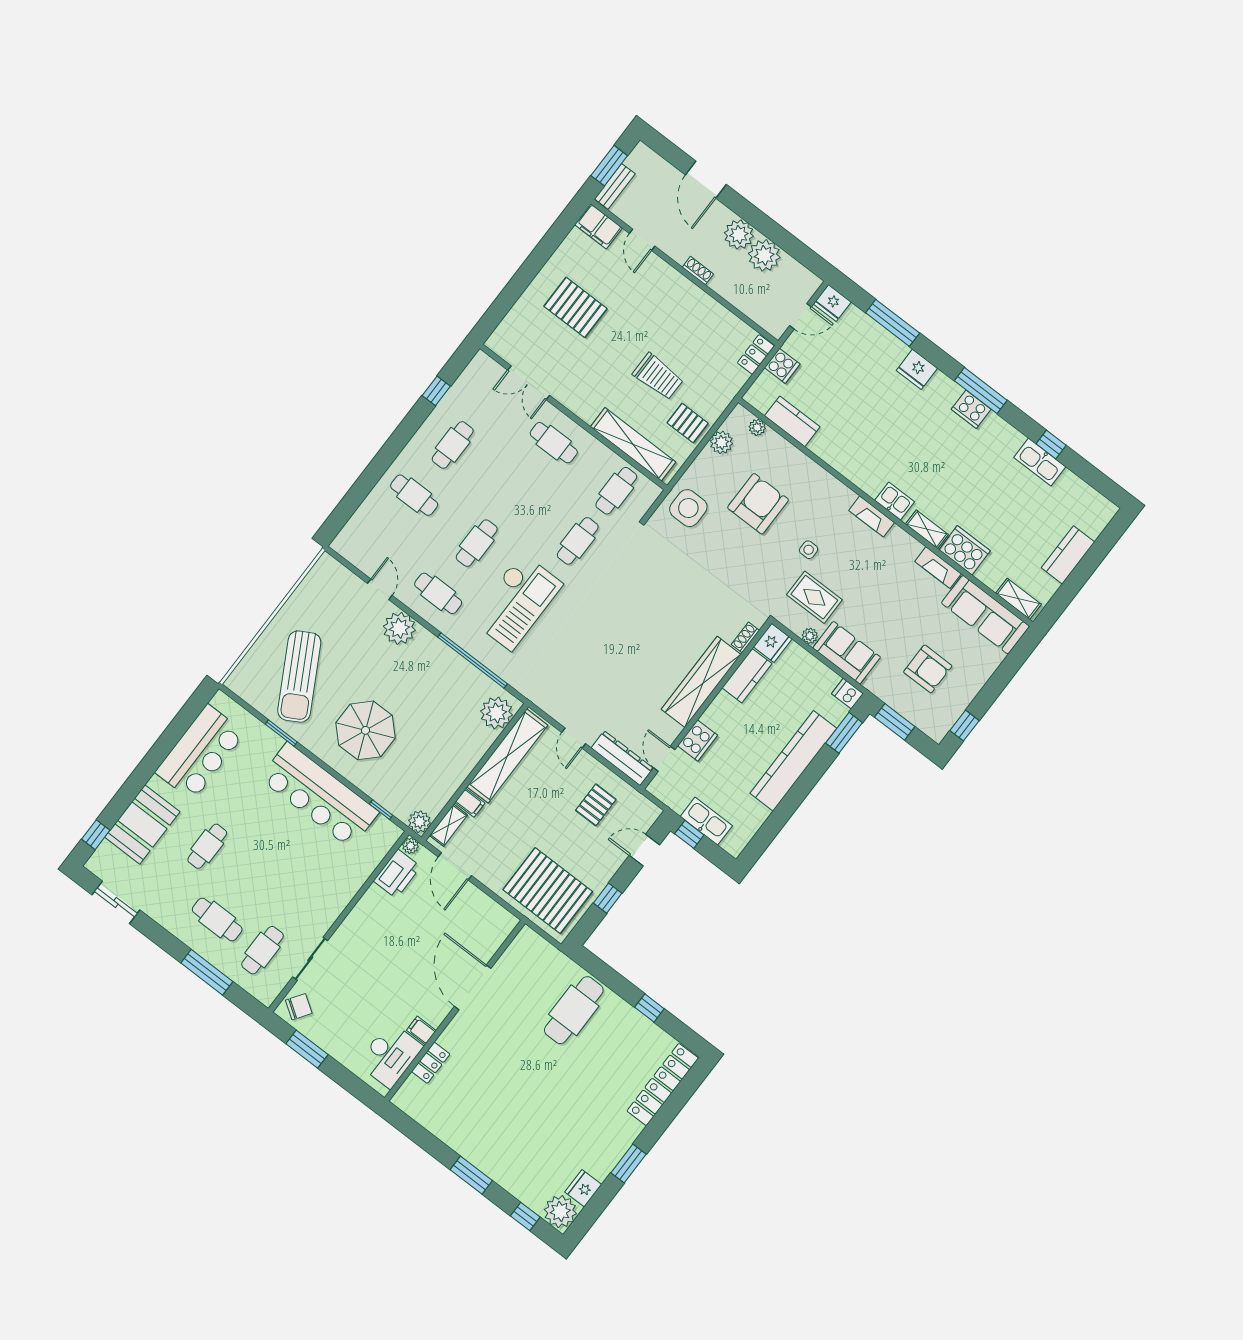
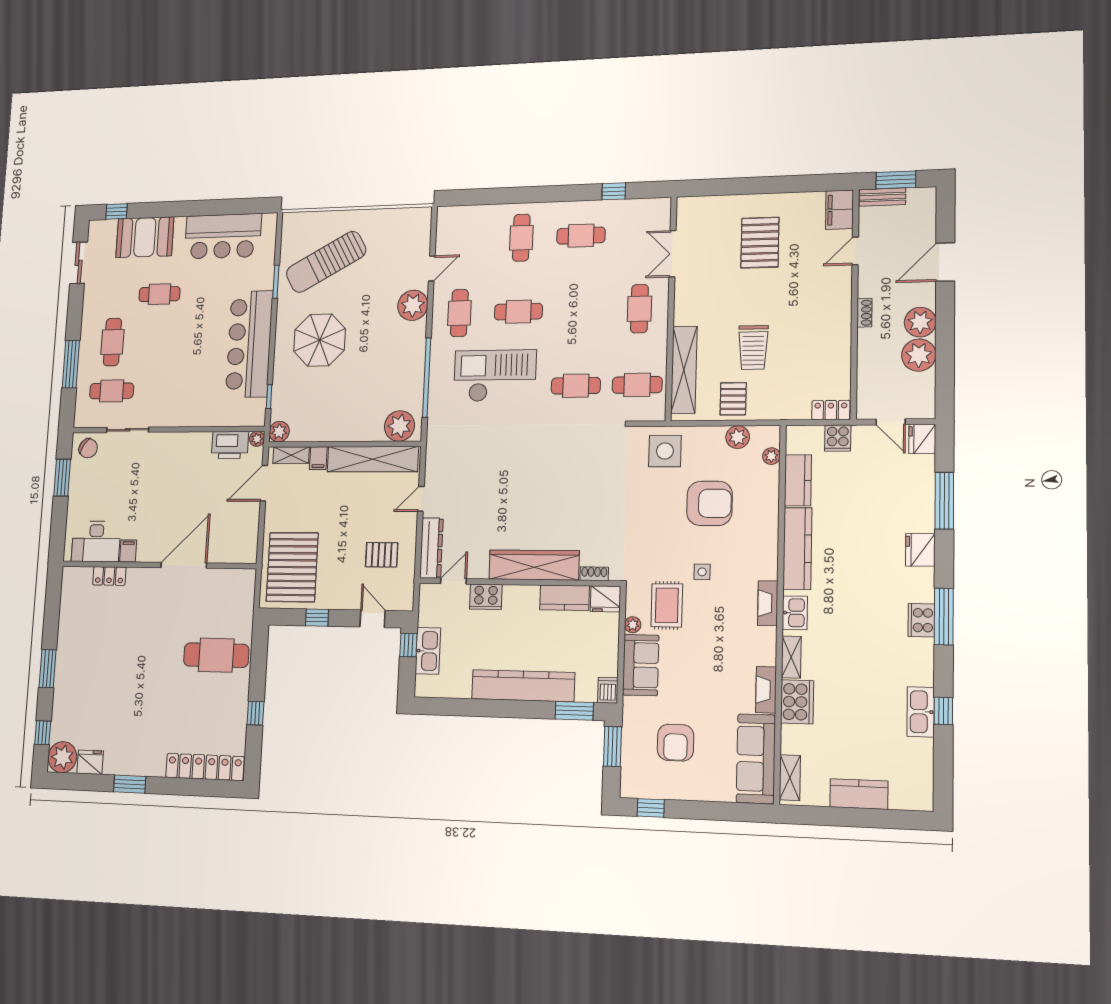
kitchen counter: (846, 462) -> (797, 549), added
checkout: (516, 602) -> (495, 376), turned 180

